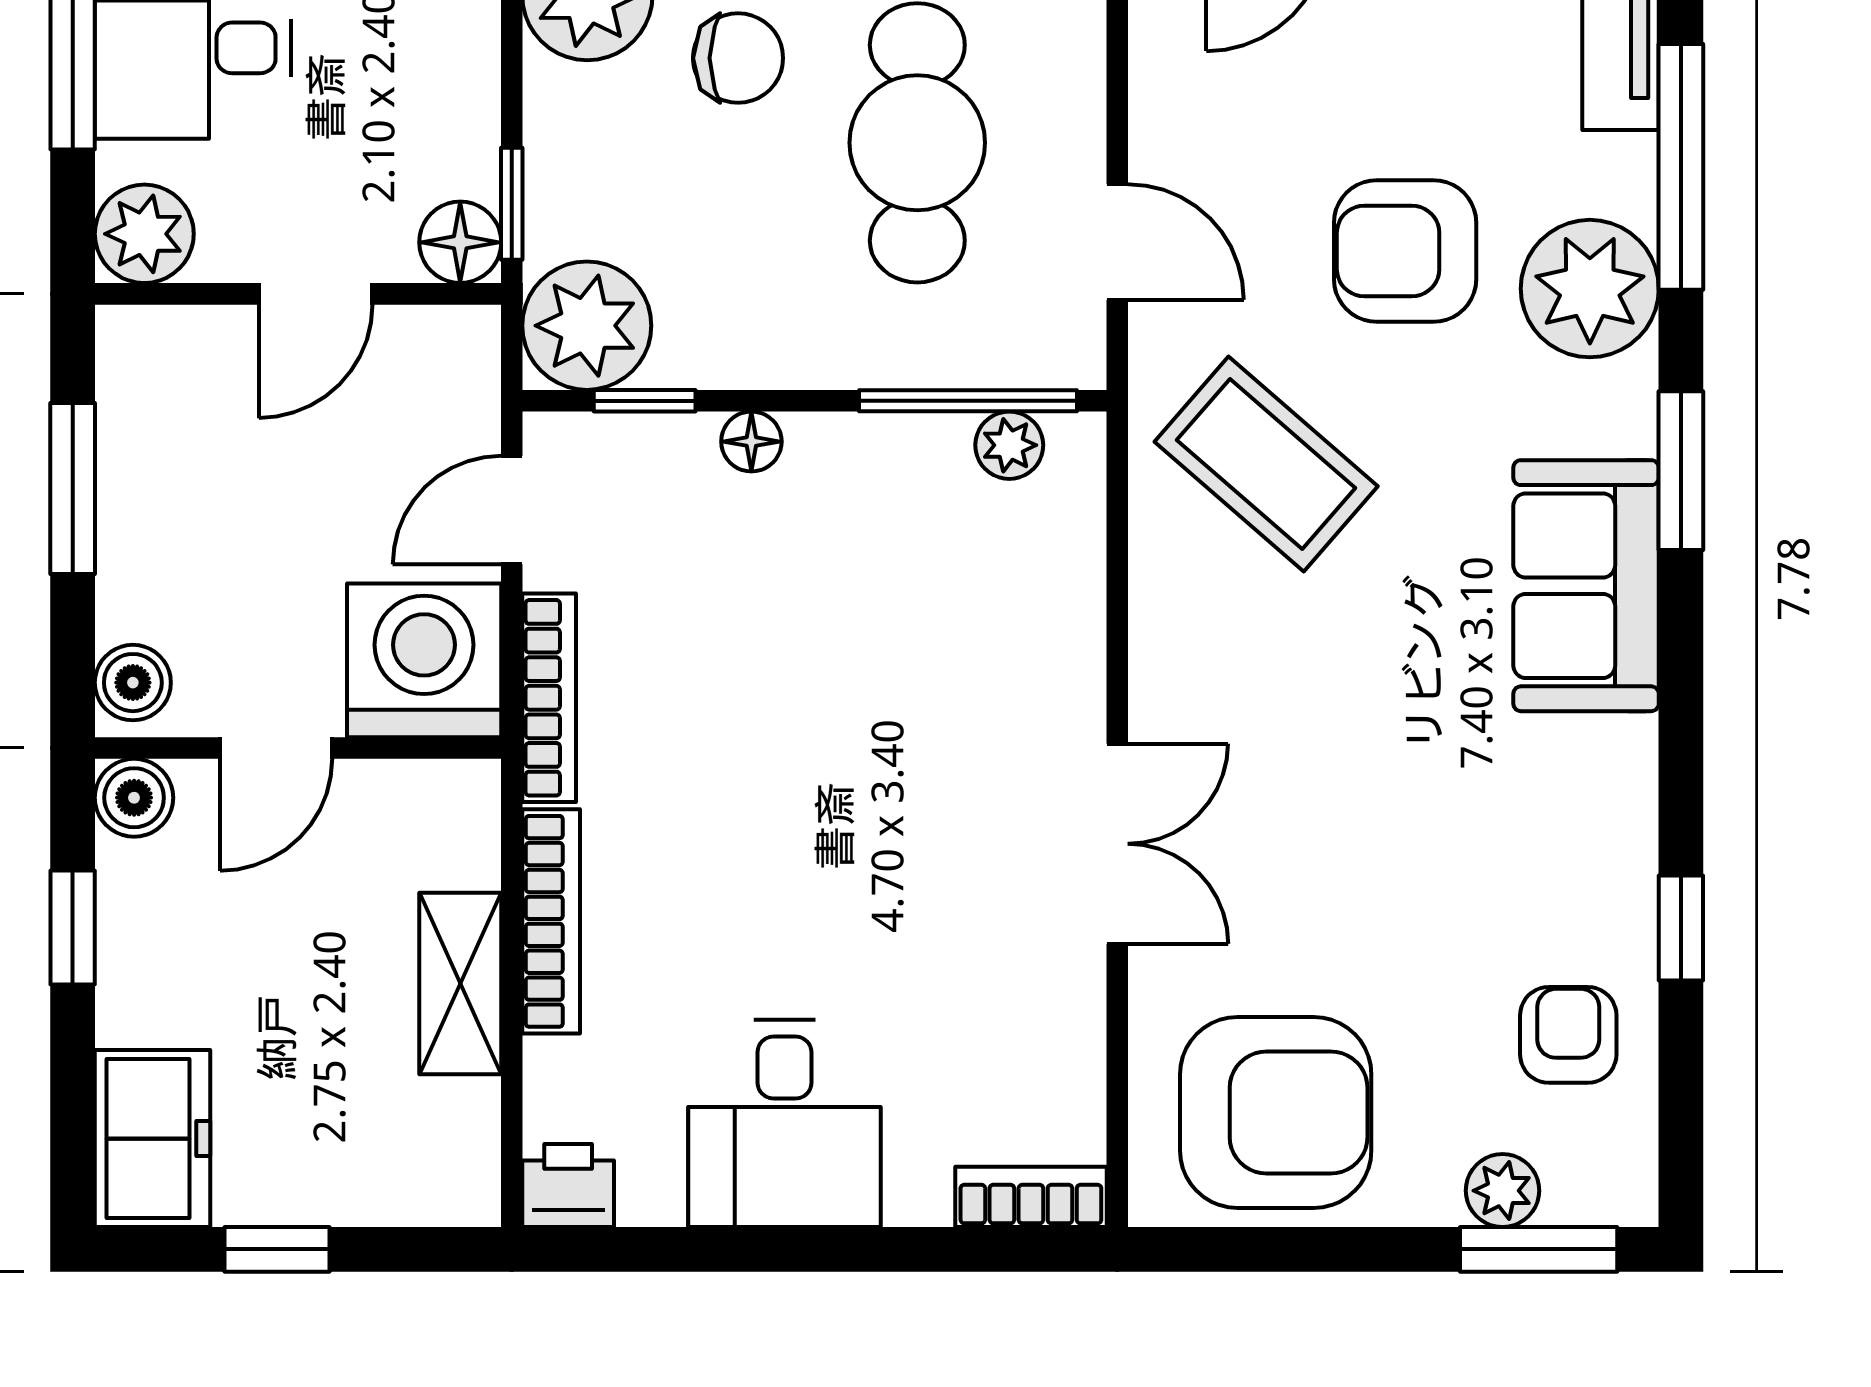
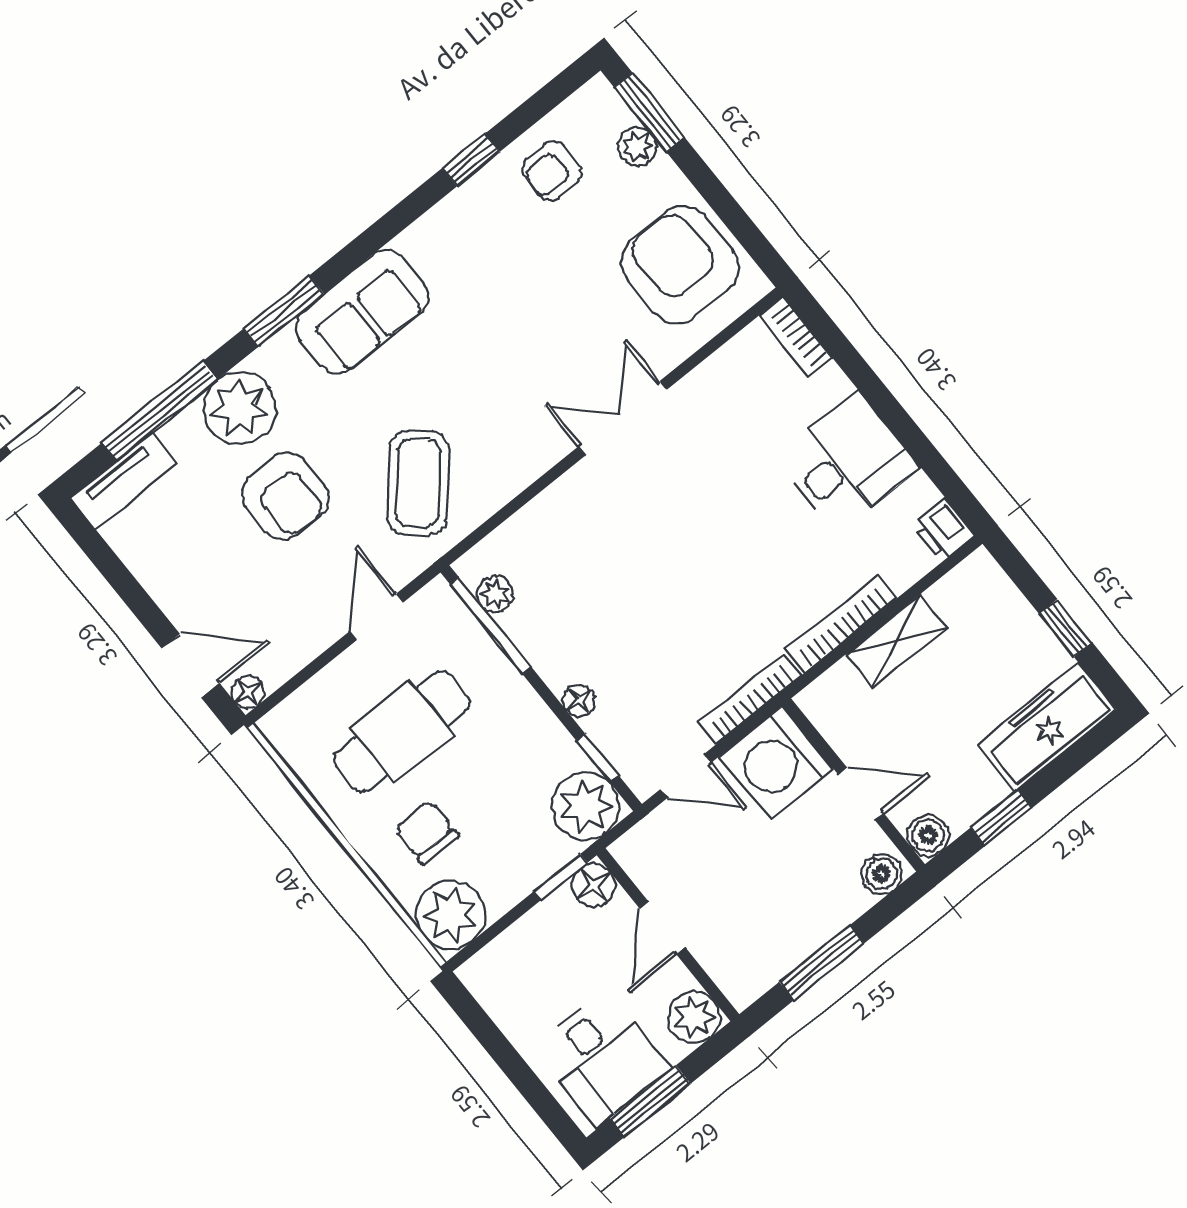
door: (316, 294) -> (662, 928), swing flipped
freezer: (153, 1139) -> (1047, 727), width x1.40

